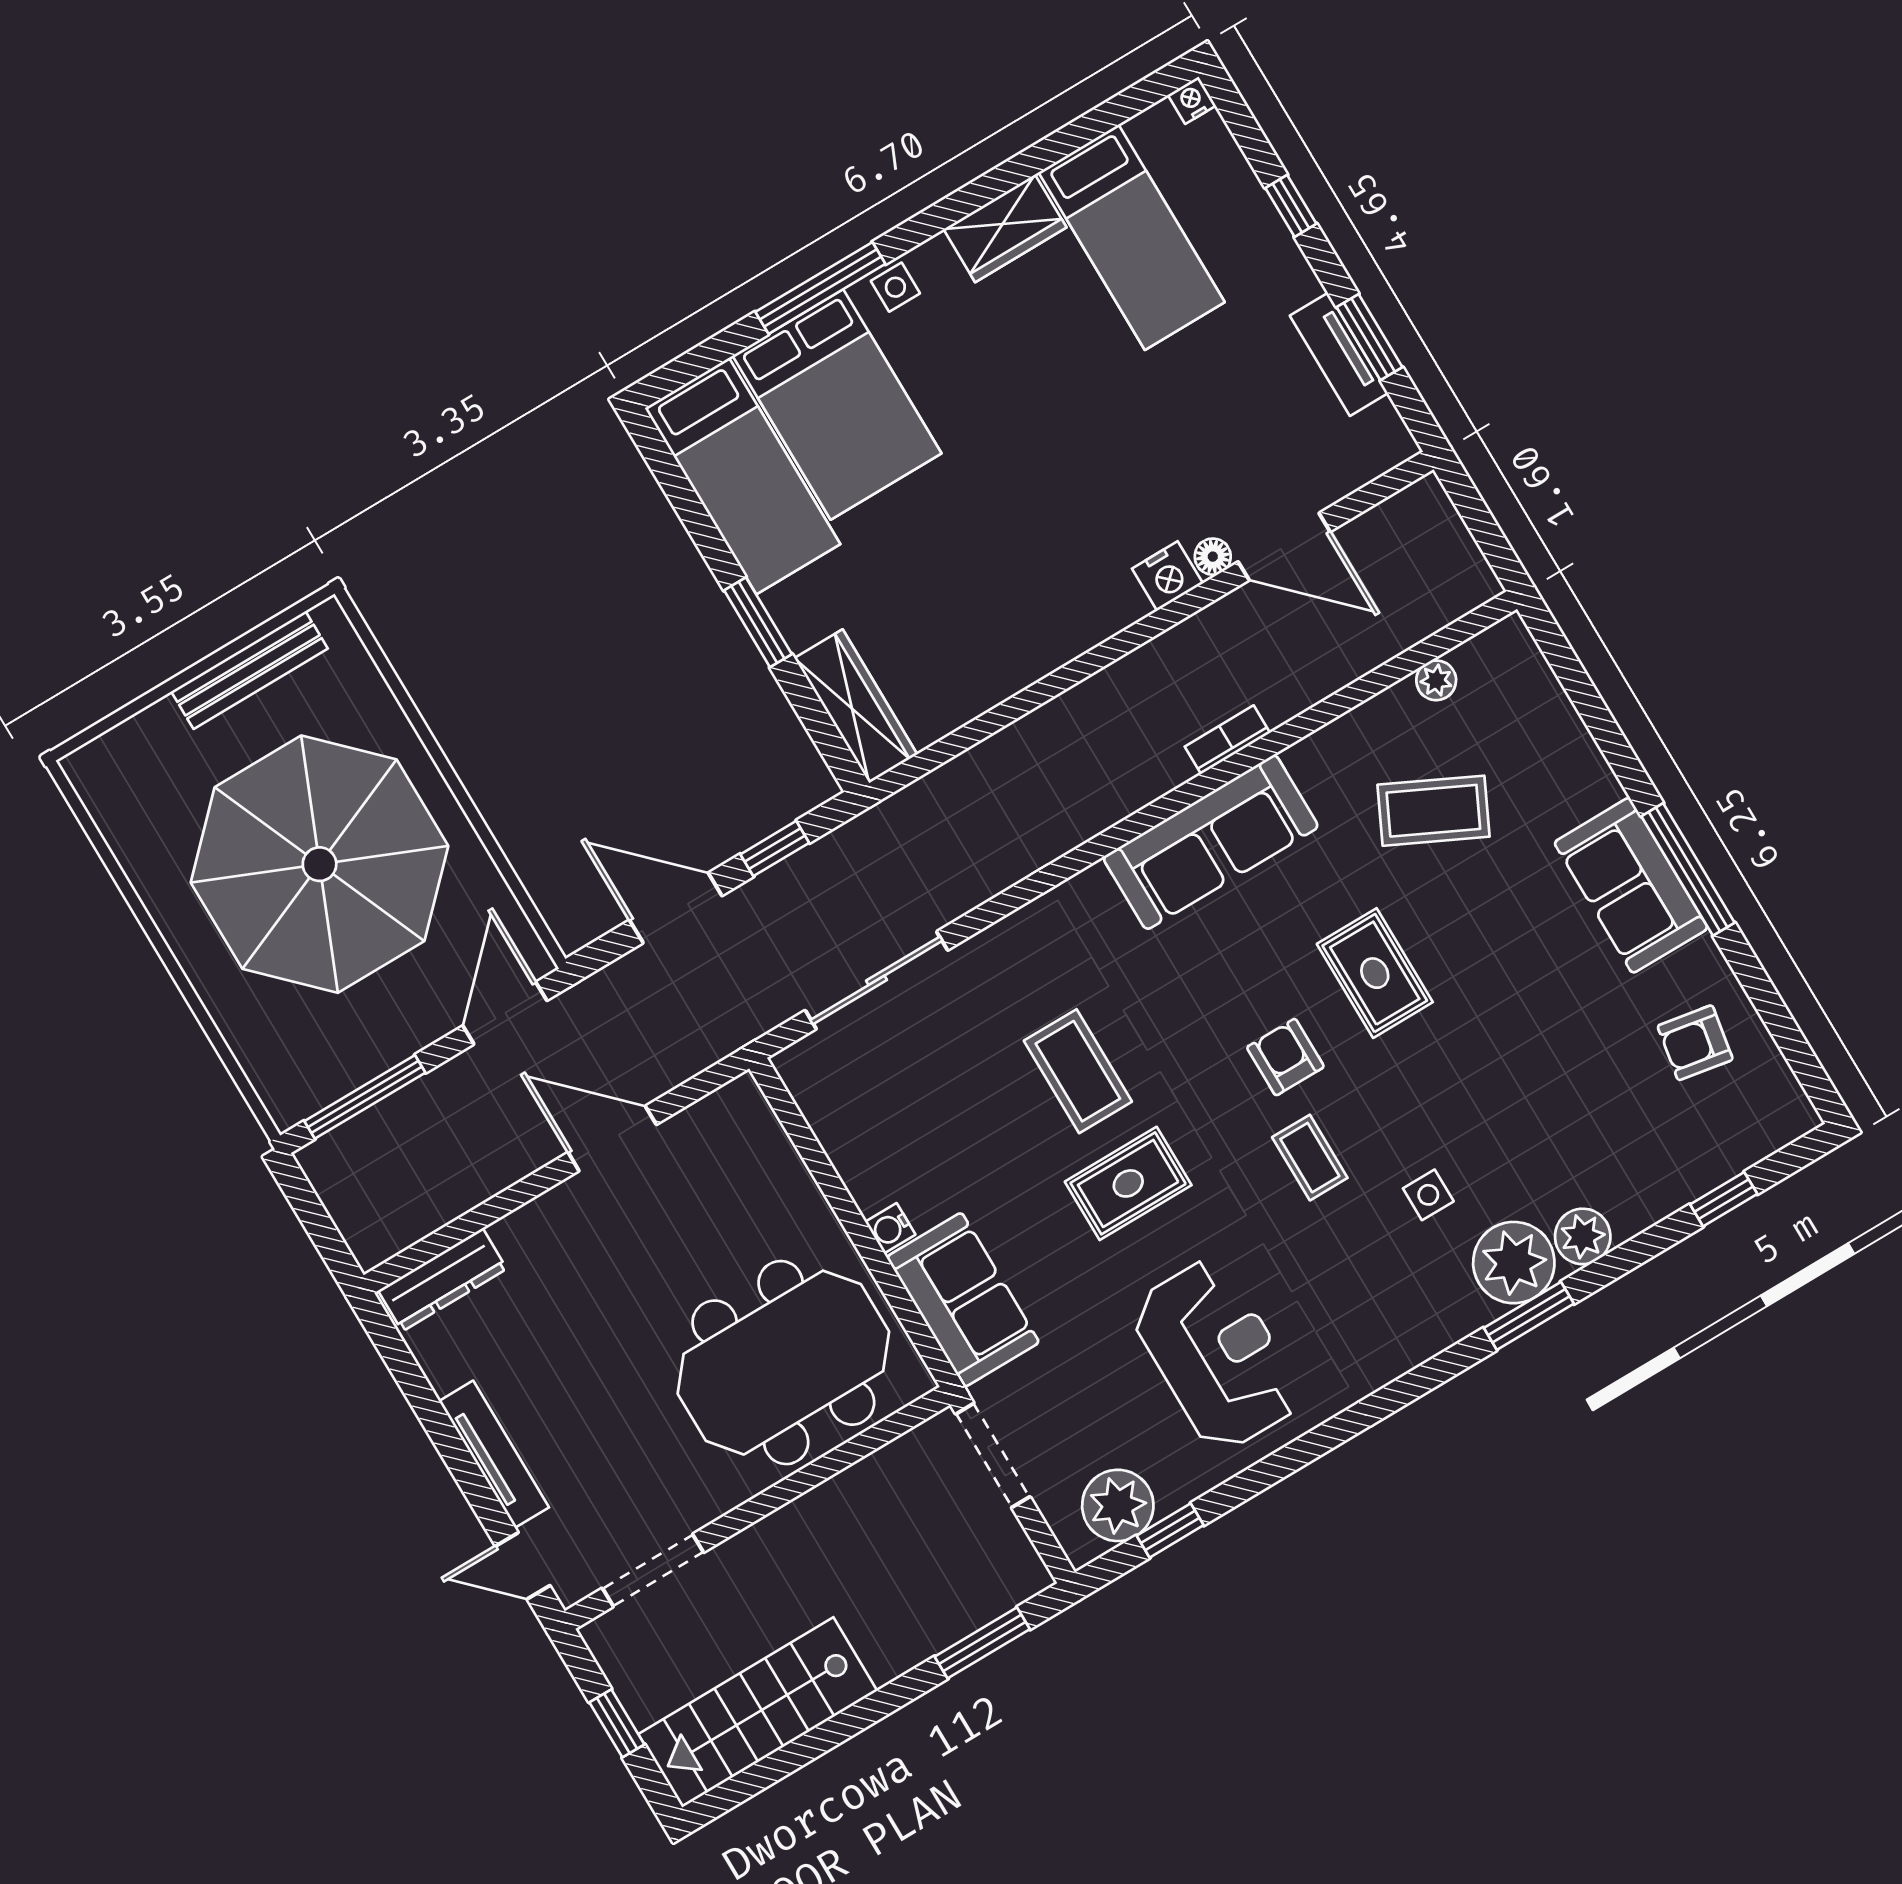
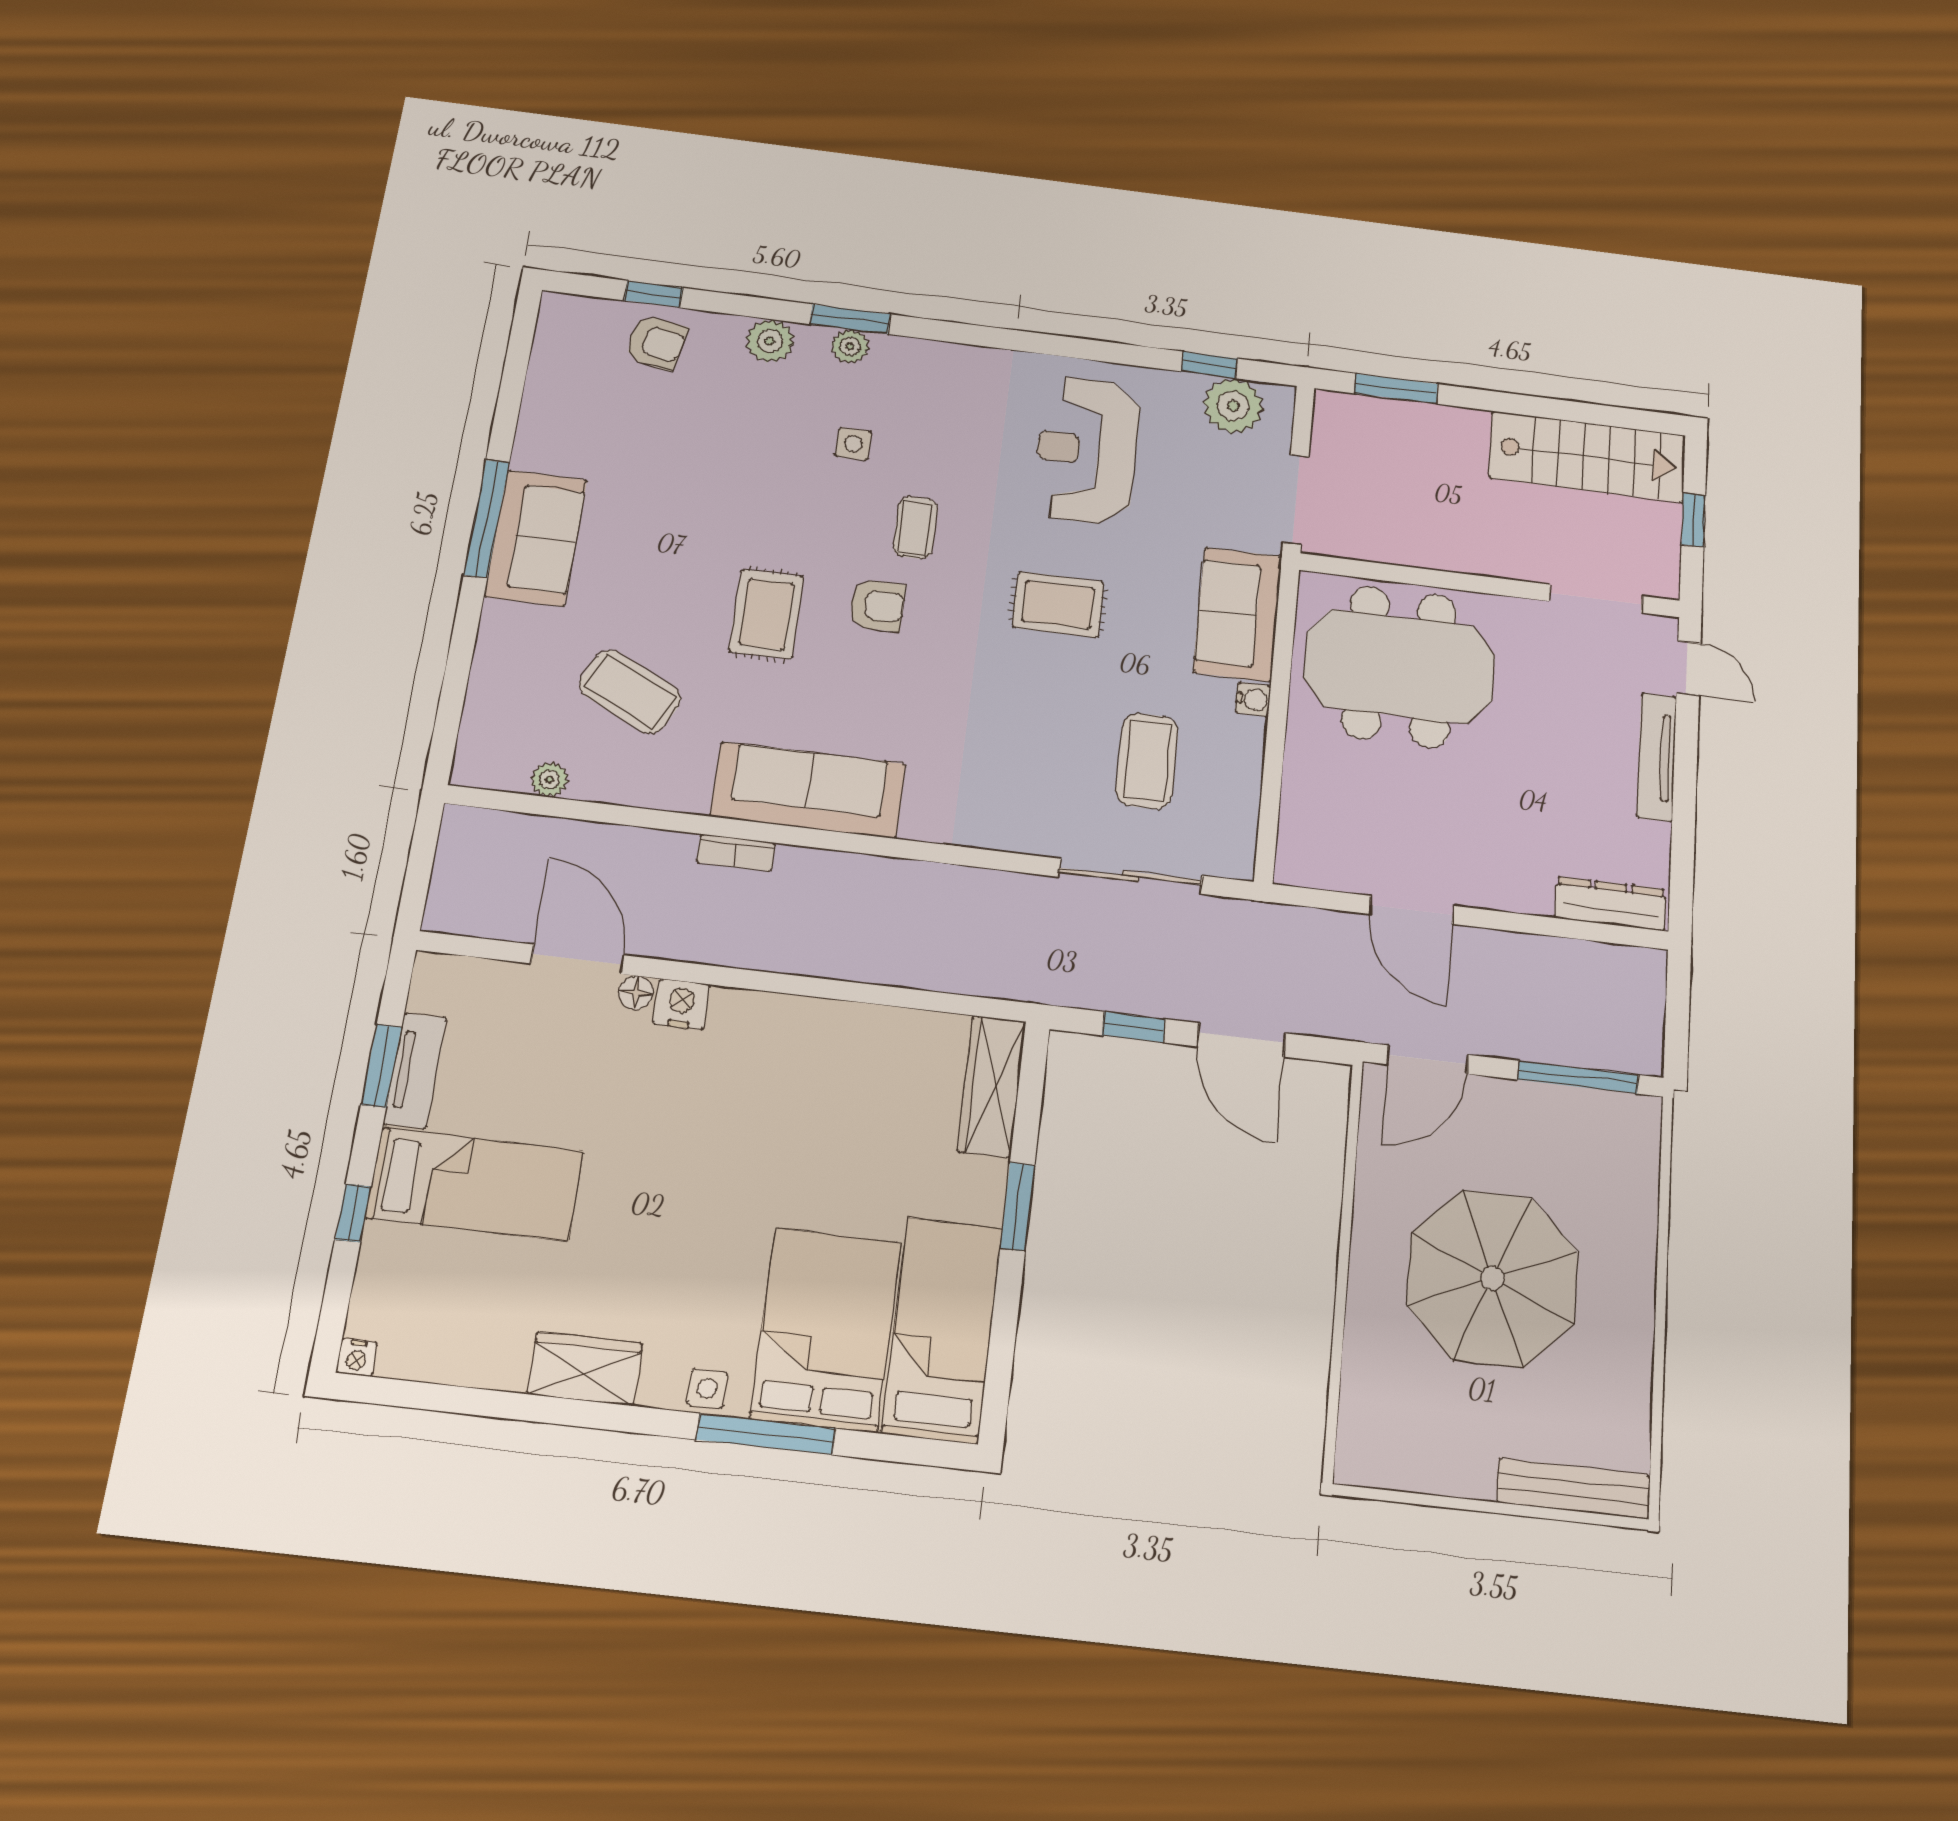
bed: (1132, 237) -> (475, 1184), moved, turned 90
bench: (249, 670) -> (1574, 1489), moved
parasol: (320, 864) -> (1492, 1278), width x0.73, depth x0.73
armchair: (1695, 1043) -> (656, 342), moved
armchair: (1285, 1057) -> (877, 605), turned -90
coffee table: (1078, 1071) -> (1147, 761), moved
plant: (1514, 1263) -> (850, 346), width x0.53, depth x0.53

